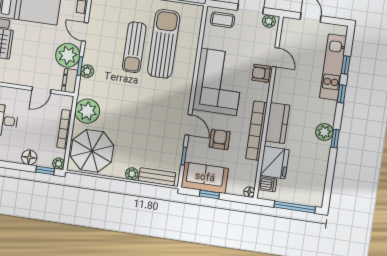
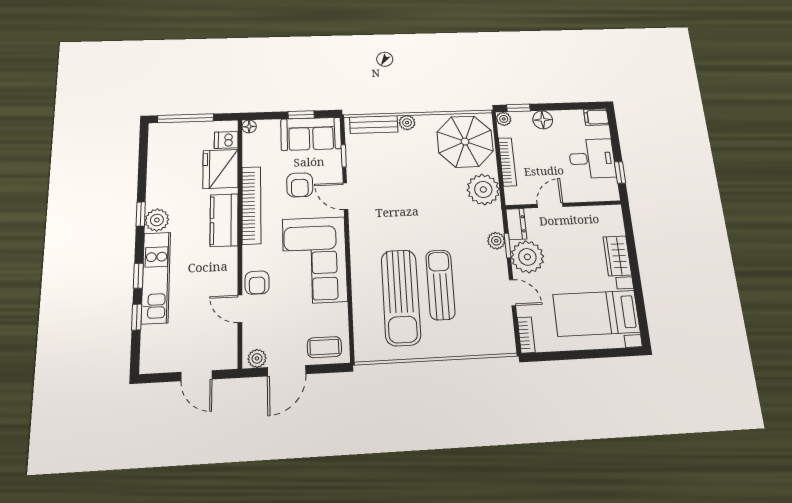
kitchen unit: (333, 67) -> (156, 278), moved
armchair: (261, 73) -> (257, 283), turned 90

